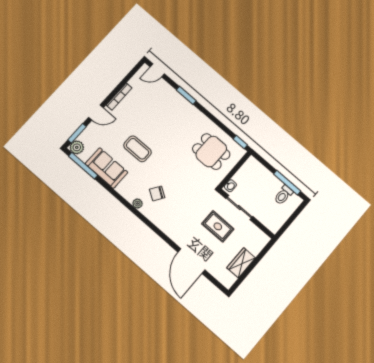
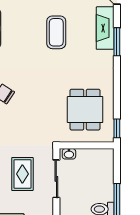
fireplace: (171, 95) -> (105, 28), added
coffee table: (138, 149) -> (56, 32), moved

